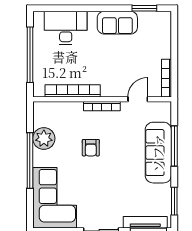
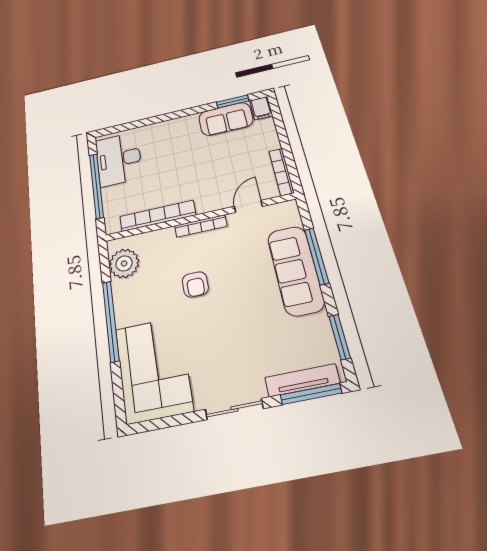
filing cabinet: (164, 20) -> (261, 108), added
sofa: (117, 23) -> (226, 119), moved
desk: (66, 28) -> (119, 159), moved, turned -90
plant: (44, 139) -> (124, 263), moved

